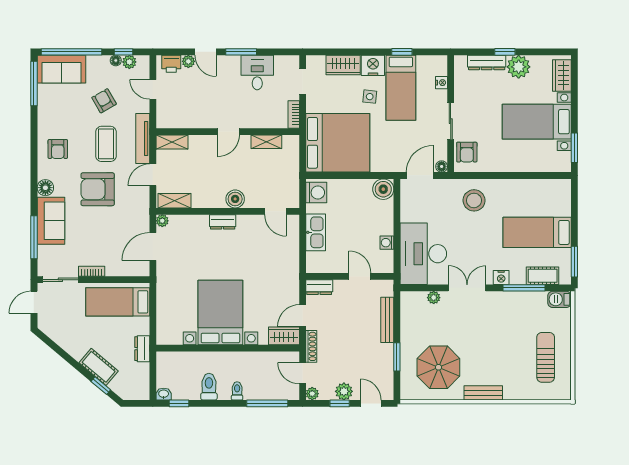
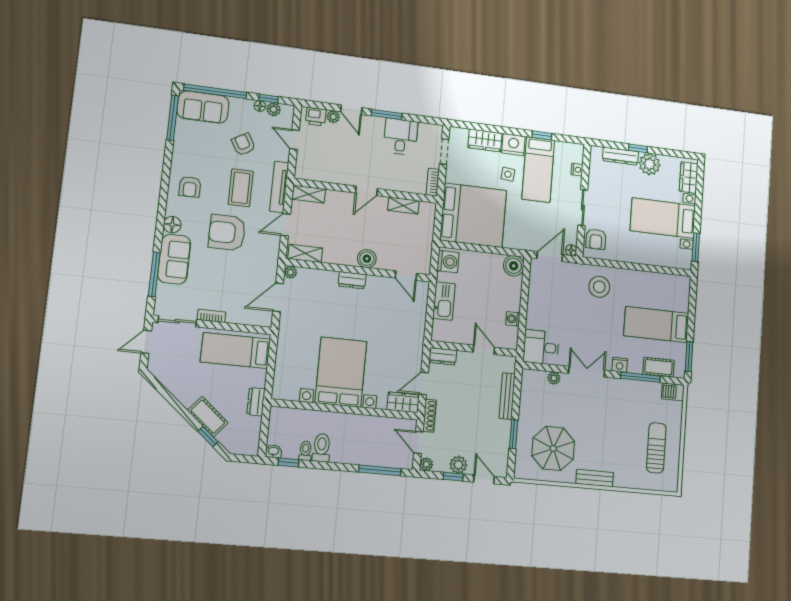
desk: (423, 254) -> (541, 347), width x0.53, depth x0.77
toilet: (237, 391) -> (305, 451), moved

